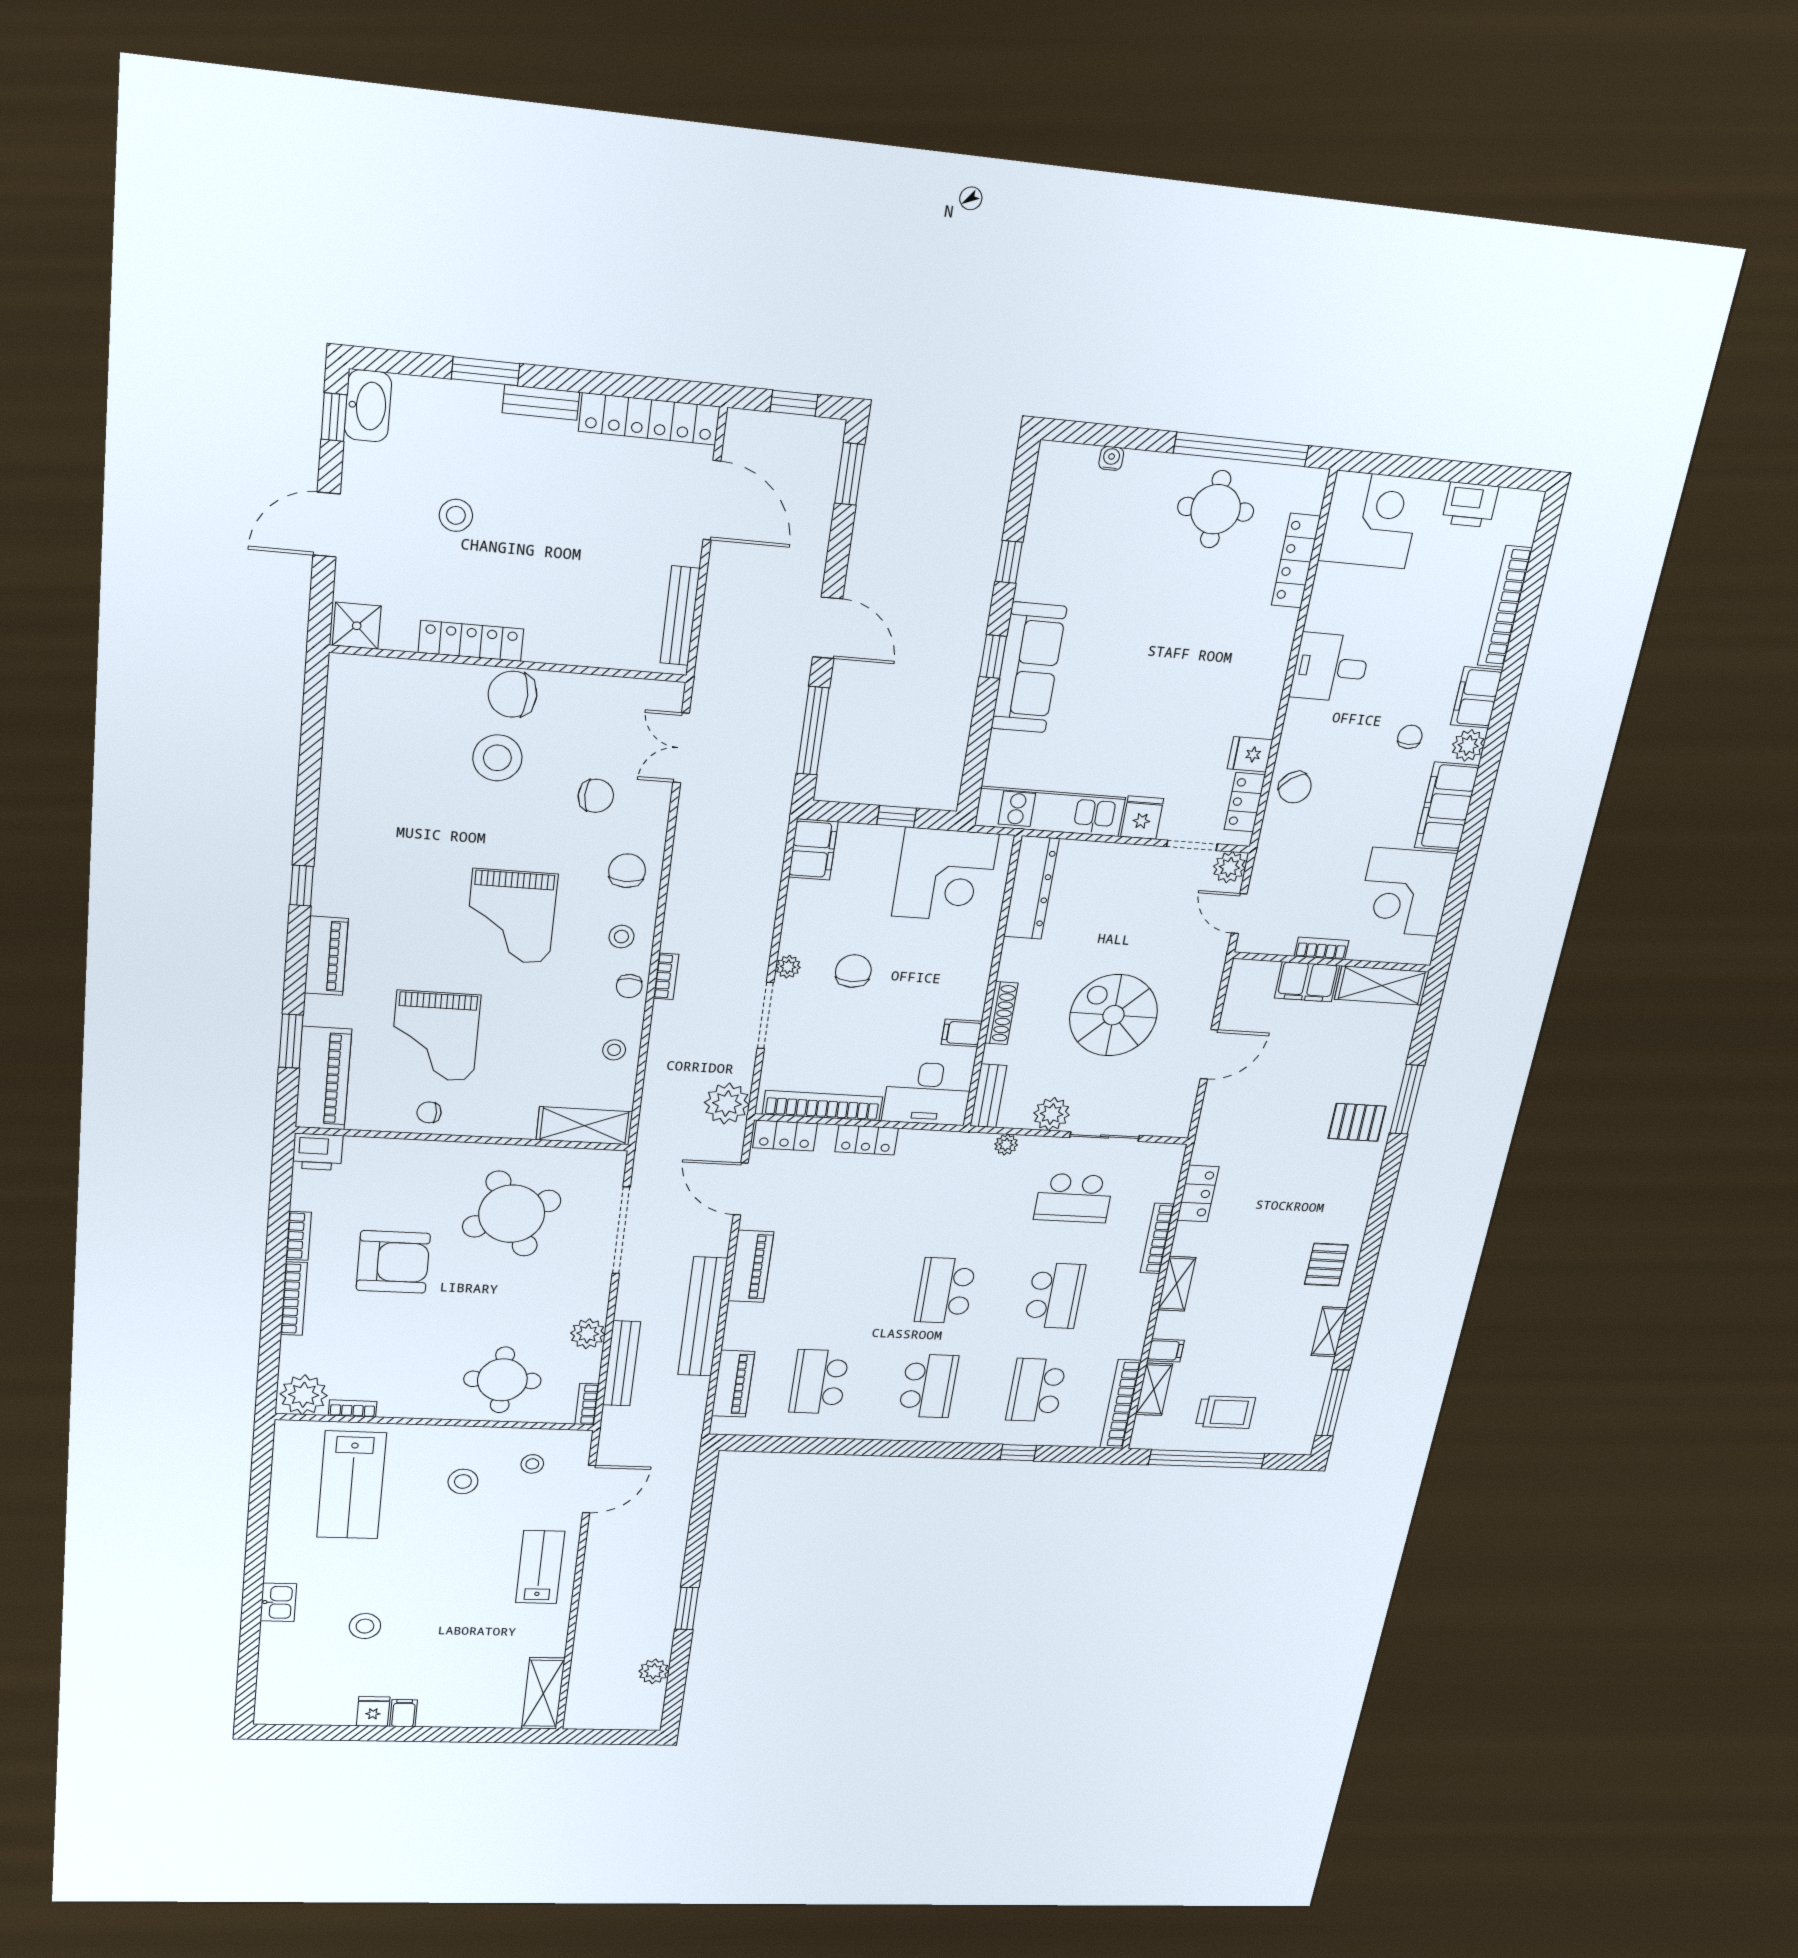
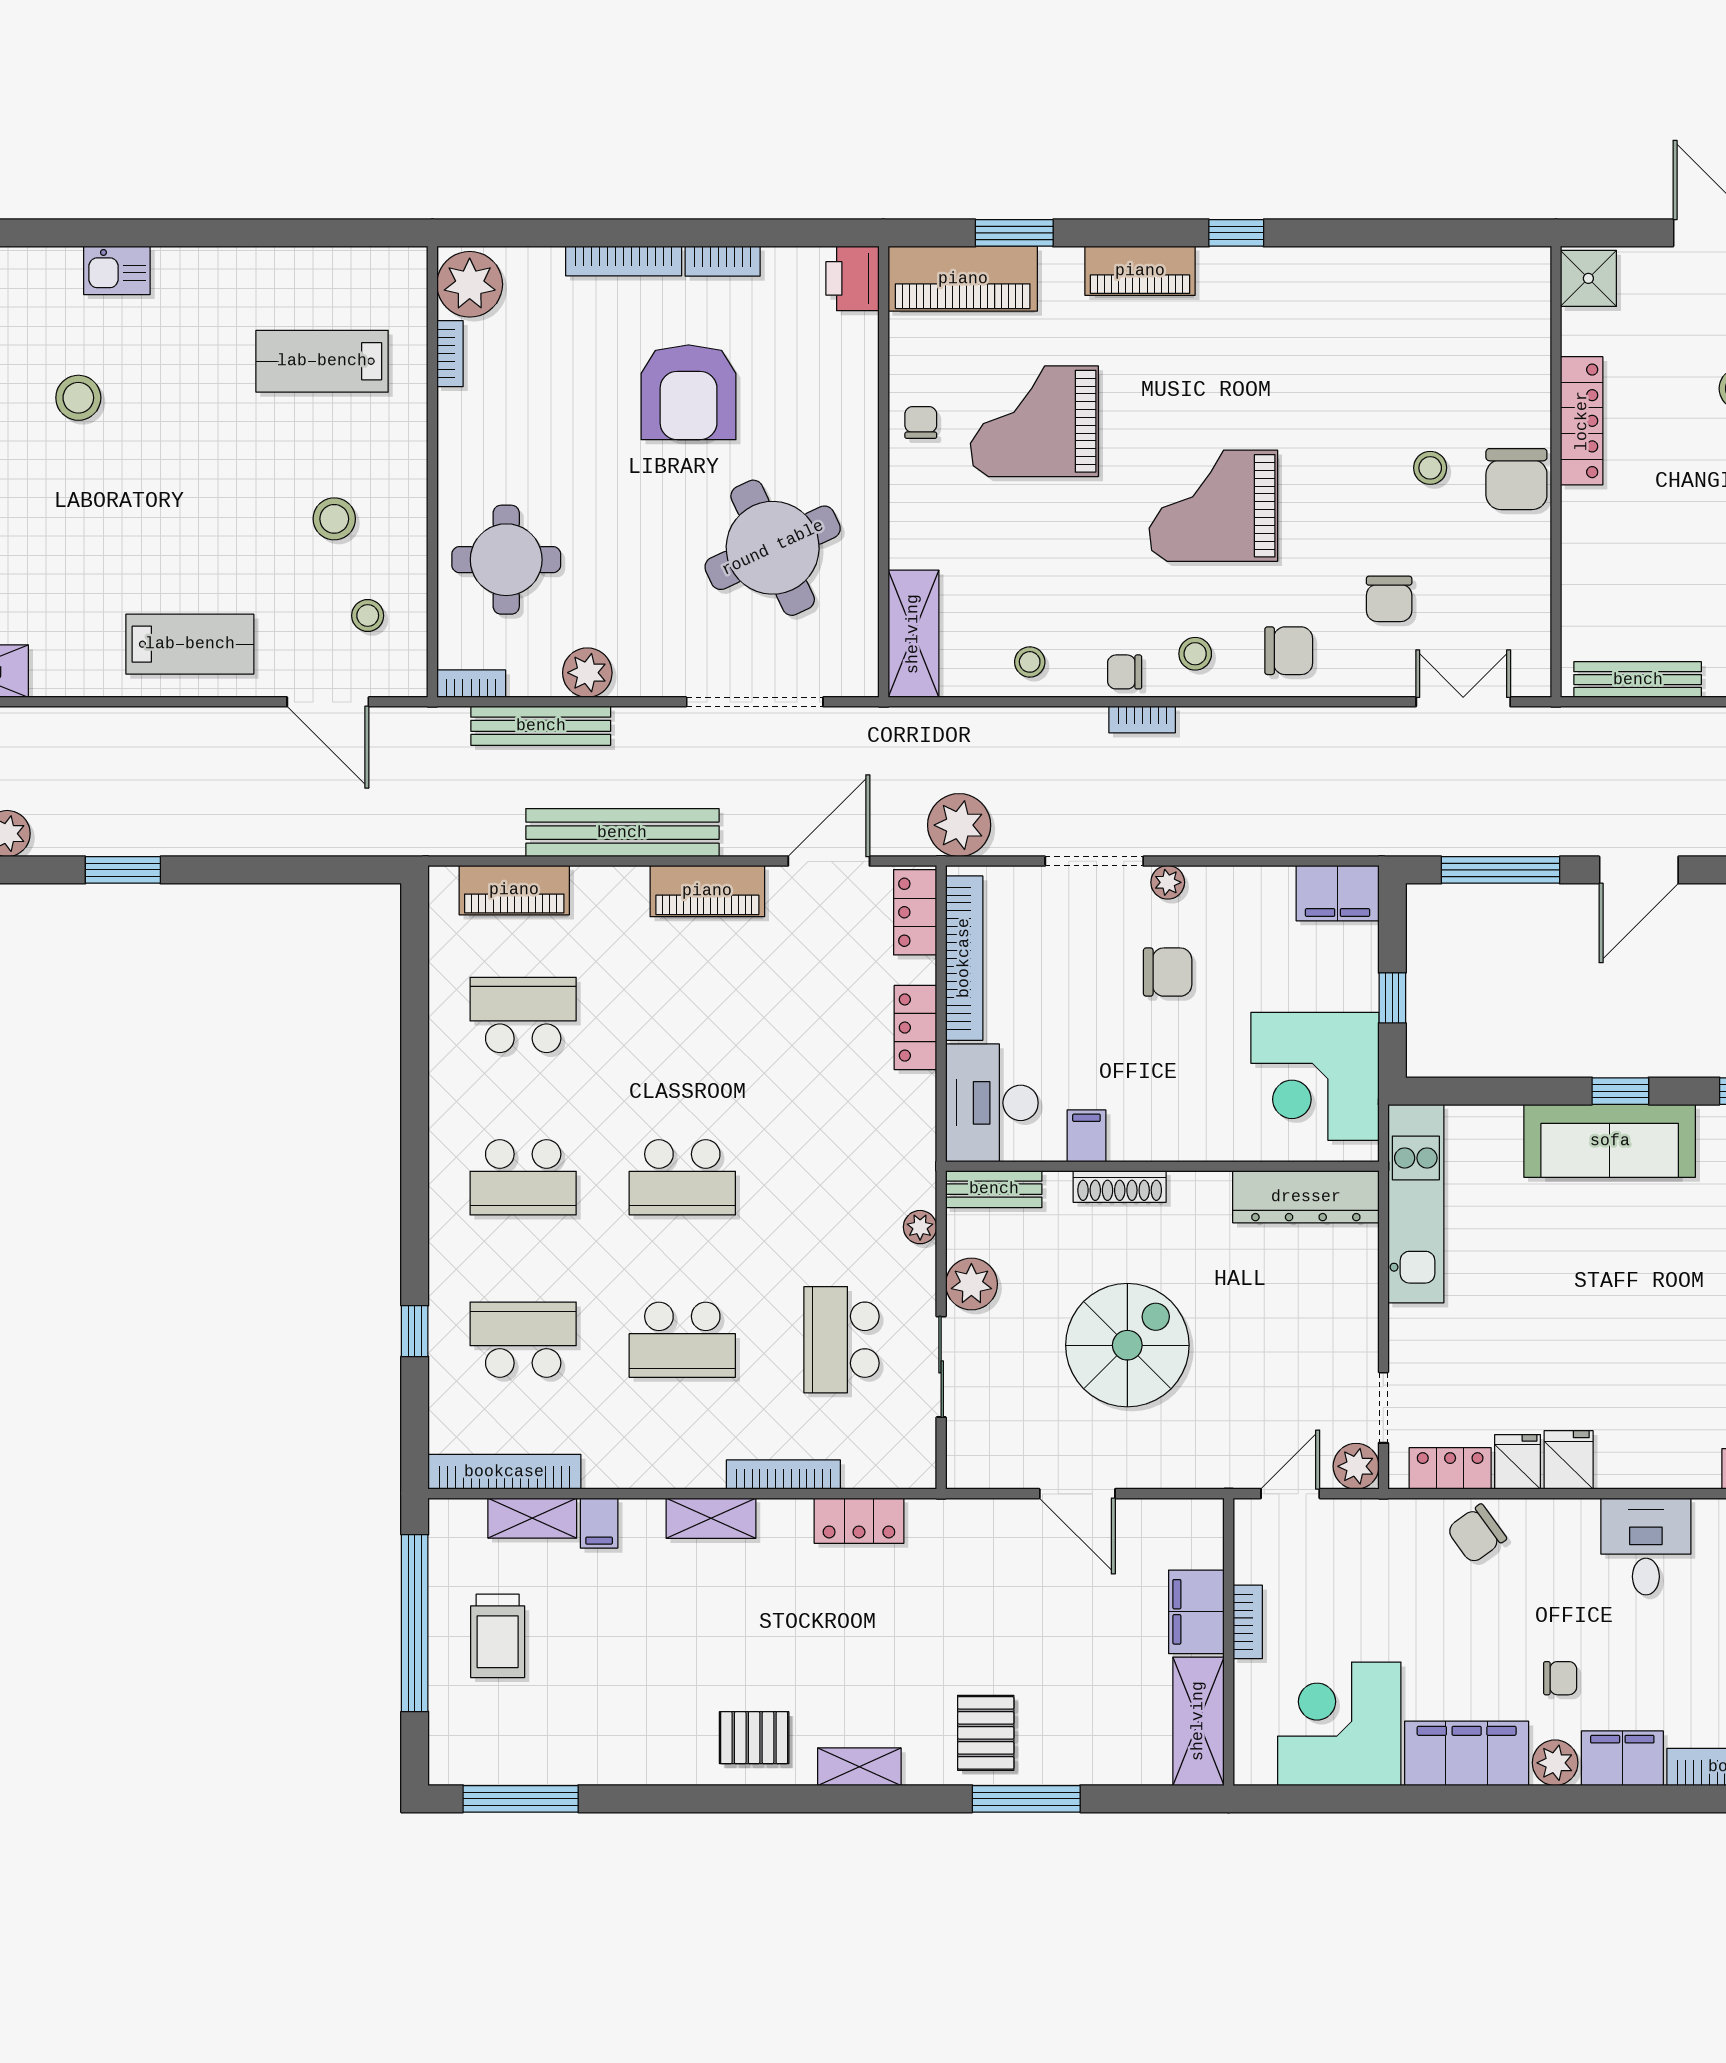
chair: (512, 694) -> (1516, 479), turned 180
stool: (497, 758) -> (1430, 468), width x0.53, depth x0.53
fridge: (1142, 818) -> (1569, 1460), moved, turned -90
school desk: (945, 1291) -> (682, 1177), turned 180
shelving: (1329, 1332) -> (859, 1767), moved
lab bench: (352, 1485) -> (322, 361), width x0.73, depth x0.72

